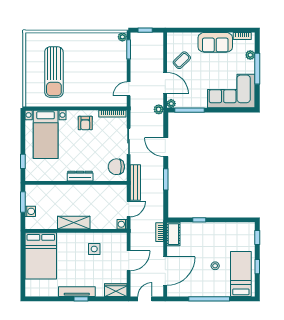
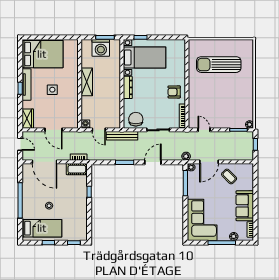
bed with nightstands: (46, 134) -> (144, 58), moved, turned 180
washing machine: (30, 211) -> (101, 48), width x1.89, depth x1.89
side table: (94, 249) -> (52, 90), moved
bed: (41, 256) -> (42, 54), moved, turned 180

